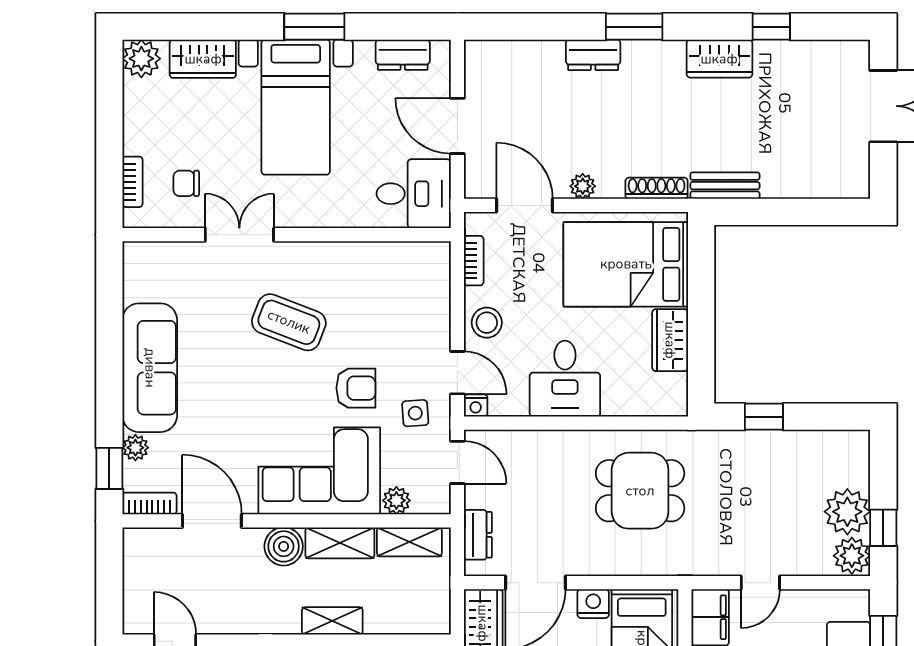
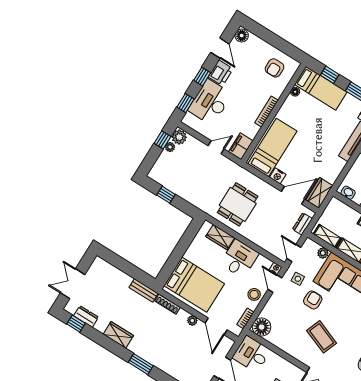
window: (771, 27) -> (76, 324), moved
dresser: (593, 55) -> (86, 316), moved
floor lamp: (428, 264) -> (262, 327), added
wardrobe: (670, 340) -> (220, 237), moved, turned 90
armchair: (356, 388) -> (313, 300), turned 90
window: (764, 417) -> (166, 195), moved
dining table: (640, 491) -> (238, 204), turned 90
plant: (847, 512) -> (170, 147), width x0.53, depth x0.53

